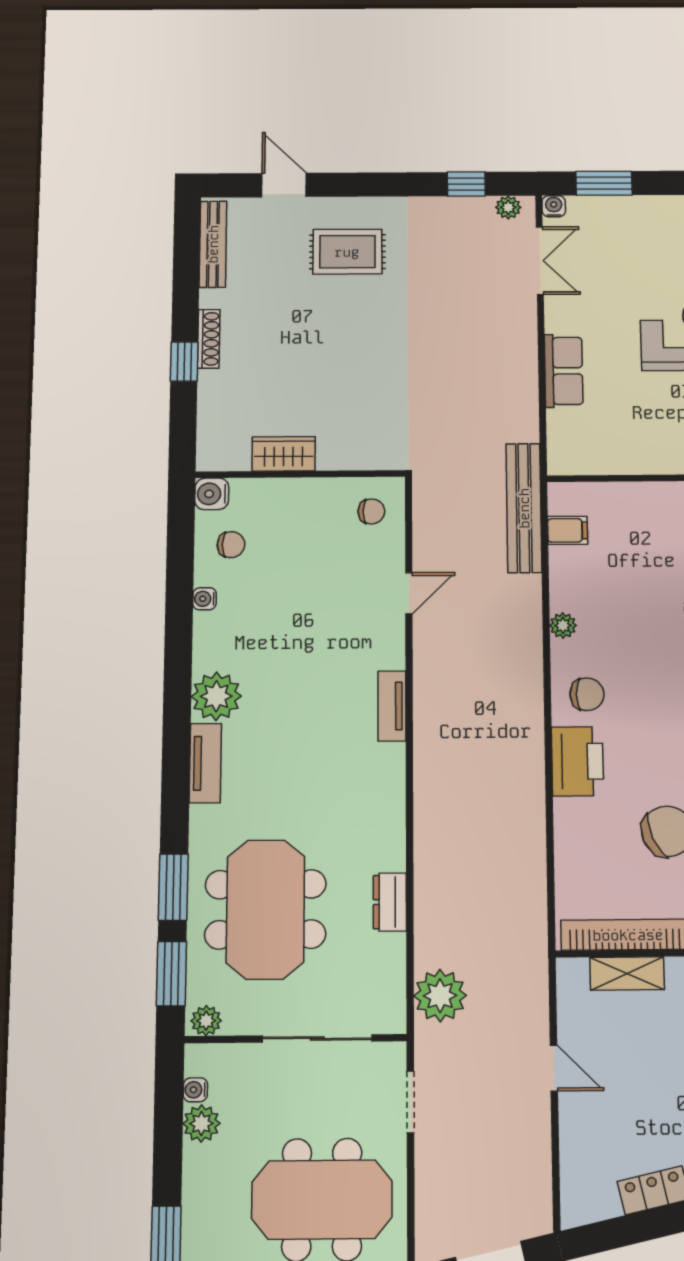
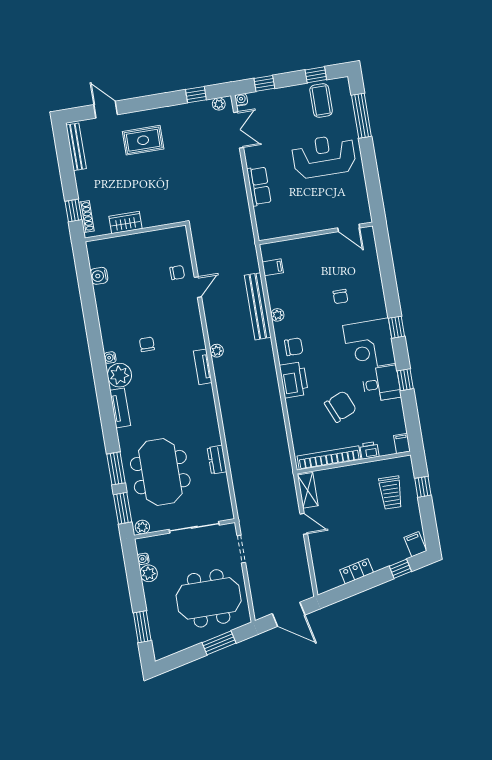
window: (604, 183) -> (264, 83), width x0.67
shoe rack: (209, 339) -> (86, 217), moved
wardrobe: (284, 454) -> (125, 222), moved
wall: (300, 474) -> (135, 232), moved
bench: (524, 508) -> (258, 306), moved
chair: (231, 545) -> (147, 344), moved, turned -90
door: (409, 593) -> (198, 287), moved
water cooler: (205, 599) -> (110, 358), moved
shelving: (627, 973) -> (308, 490), moved, turned 90
plant: (440, 996) -> (217, 351), moved, width x0.53, depth x0.53

